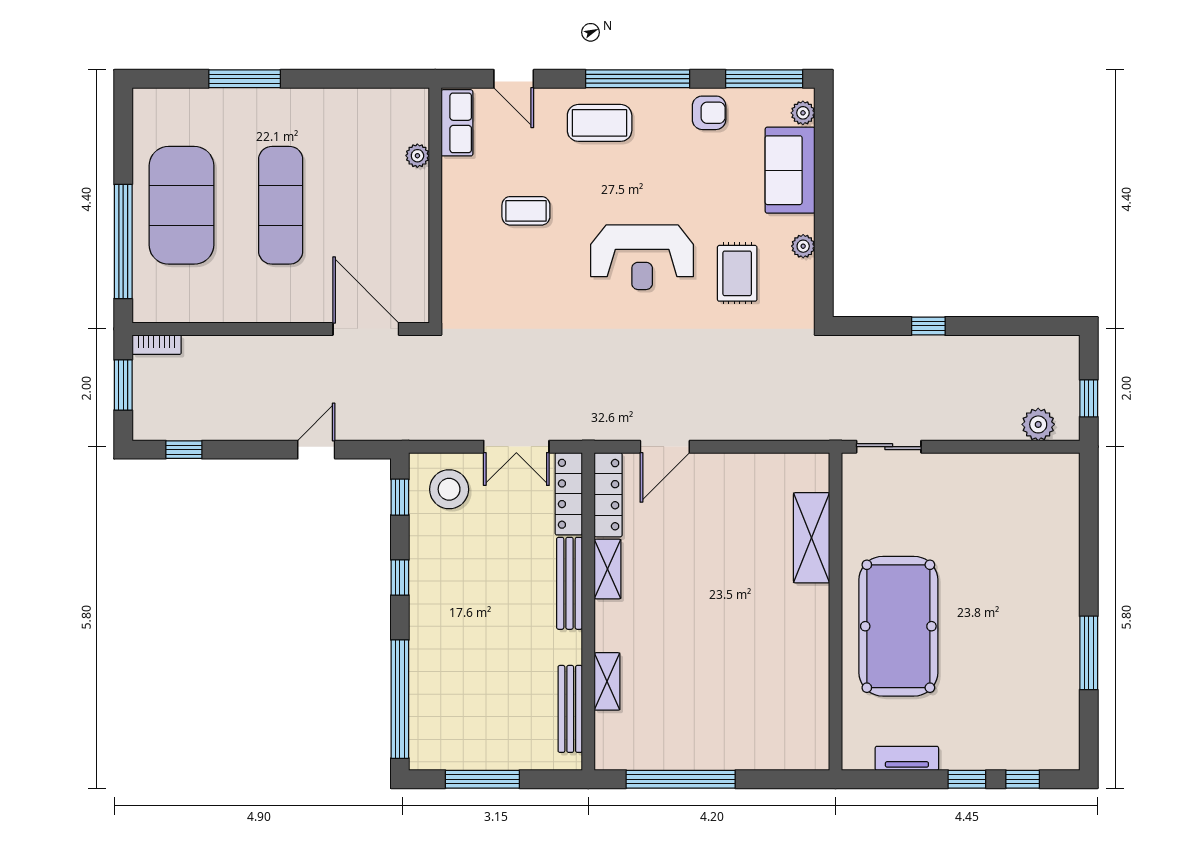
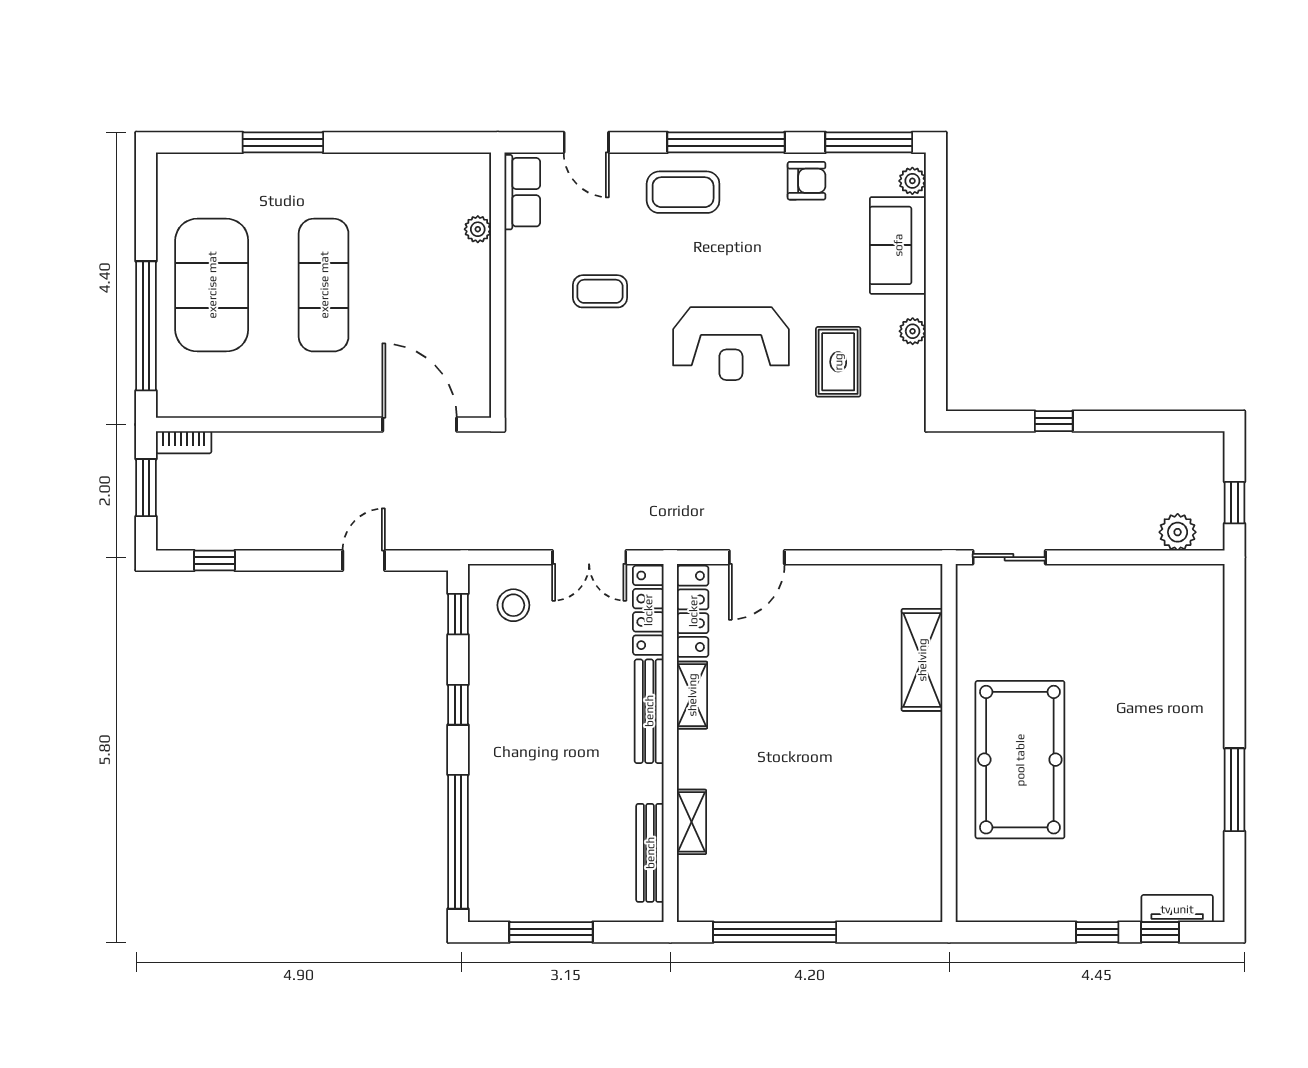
stool: (449, 489) -> (513, 605), width x0.73, depth x0.73
tv unit: (907, 758) -> (1177, 909), moved

